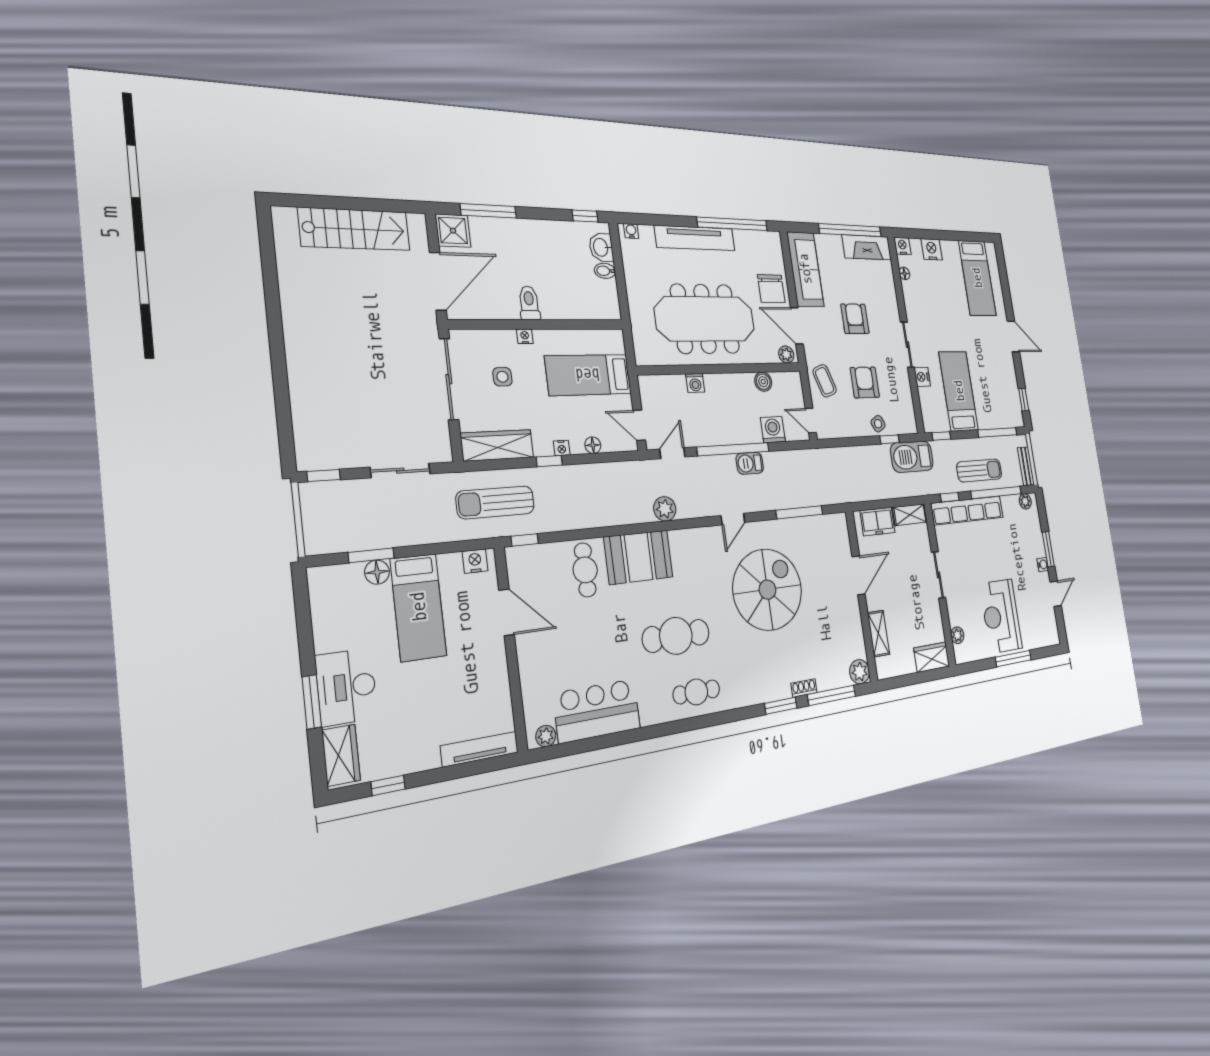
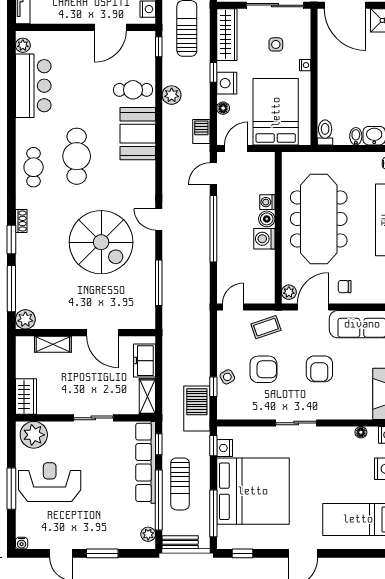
chair: (771, 289) -> (345, 287), width x0.54, depth x0.54
toilet: (529, 303) -> (325, 132), moved, turned -90
armchair: (855, 319) -> (319, 369), turned 90
bed: (588, 375) -> (276, 112), width x1.50
nightstand: (922, 377) -> (225, 448), moved, turned -90
boiler: (763, 382) -> (267, 219), moved
bed: (959, 391) -> (253, 491), width x2.04
washing machine: (773, 430) -> (264, 239), moved, turned 180
nightstand: (562, 448) -> (227, 83), width x1.89, depth x1.79
door: (672, 453) -> (213, 174), swing flipped
barbecue: (750, 463) -> (201, 132), moved
plant: (665, 509) -> (172, 95), moved
water cooler: (1043, 565) -> (22, 543), moved
plant: (957, 635) -> (34, 435), width x1.87, depth x1.87
shoe rack: (804, 688) -> (21, 221), moved

